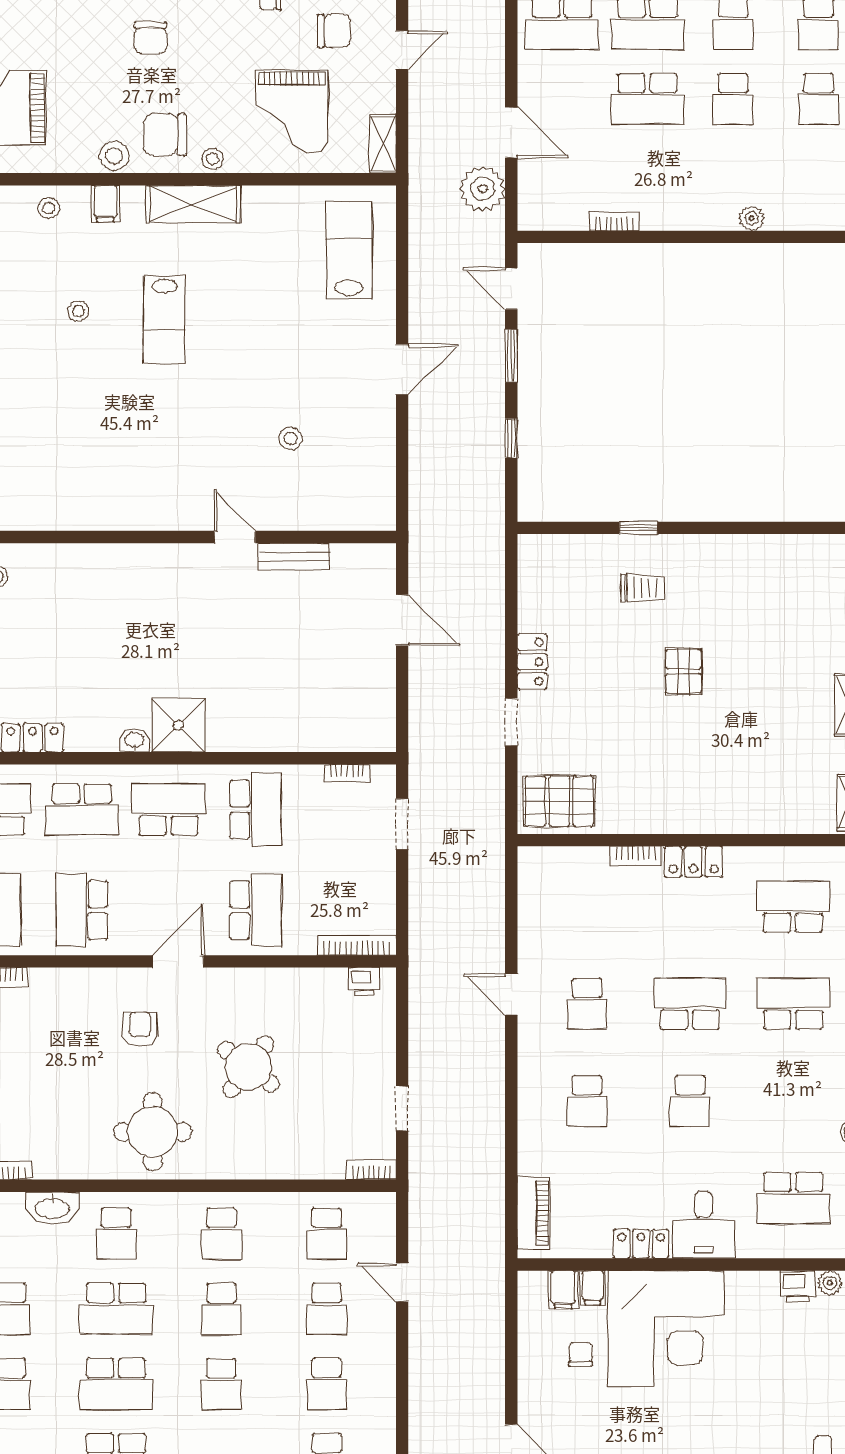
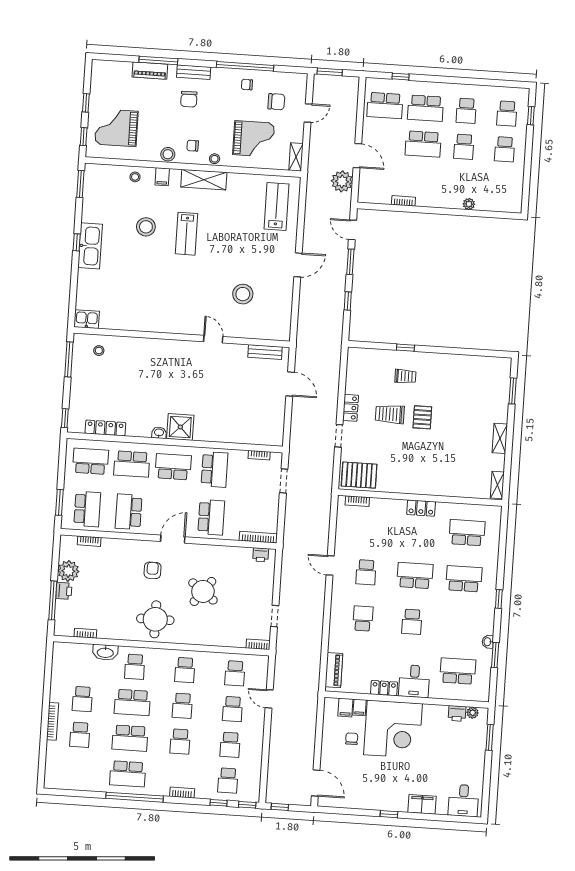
grand piano: (292, 112) -> (254, 139), turned -90
chair: (165, 135) -> (193, 146), width x0.54, depth x0.54
stool: (78, 311) -> (146, 227), width x1.89, depth x1.89
stool: (291, 438) -> (243, 294), width x1.89, depth x1.89
bench: (294, 557) -> (265, 352), moved
trolley: (615, 669) -> (390, 414), added
bookcase: (635, 856) -> (357, 501), moved
school desk: (587, 1101) -> (363, 618), turned 180
school desk: (793, 1198) -> (458, 671), turned 180

